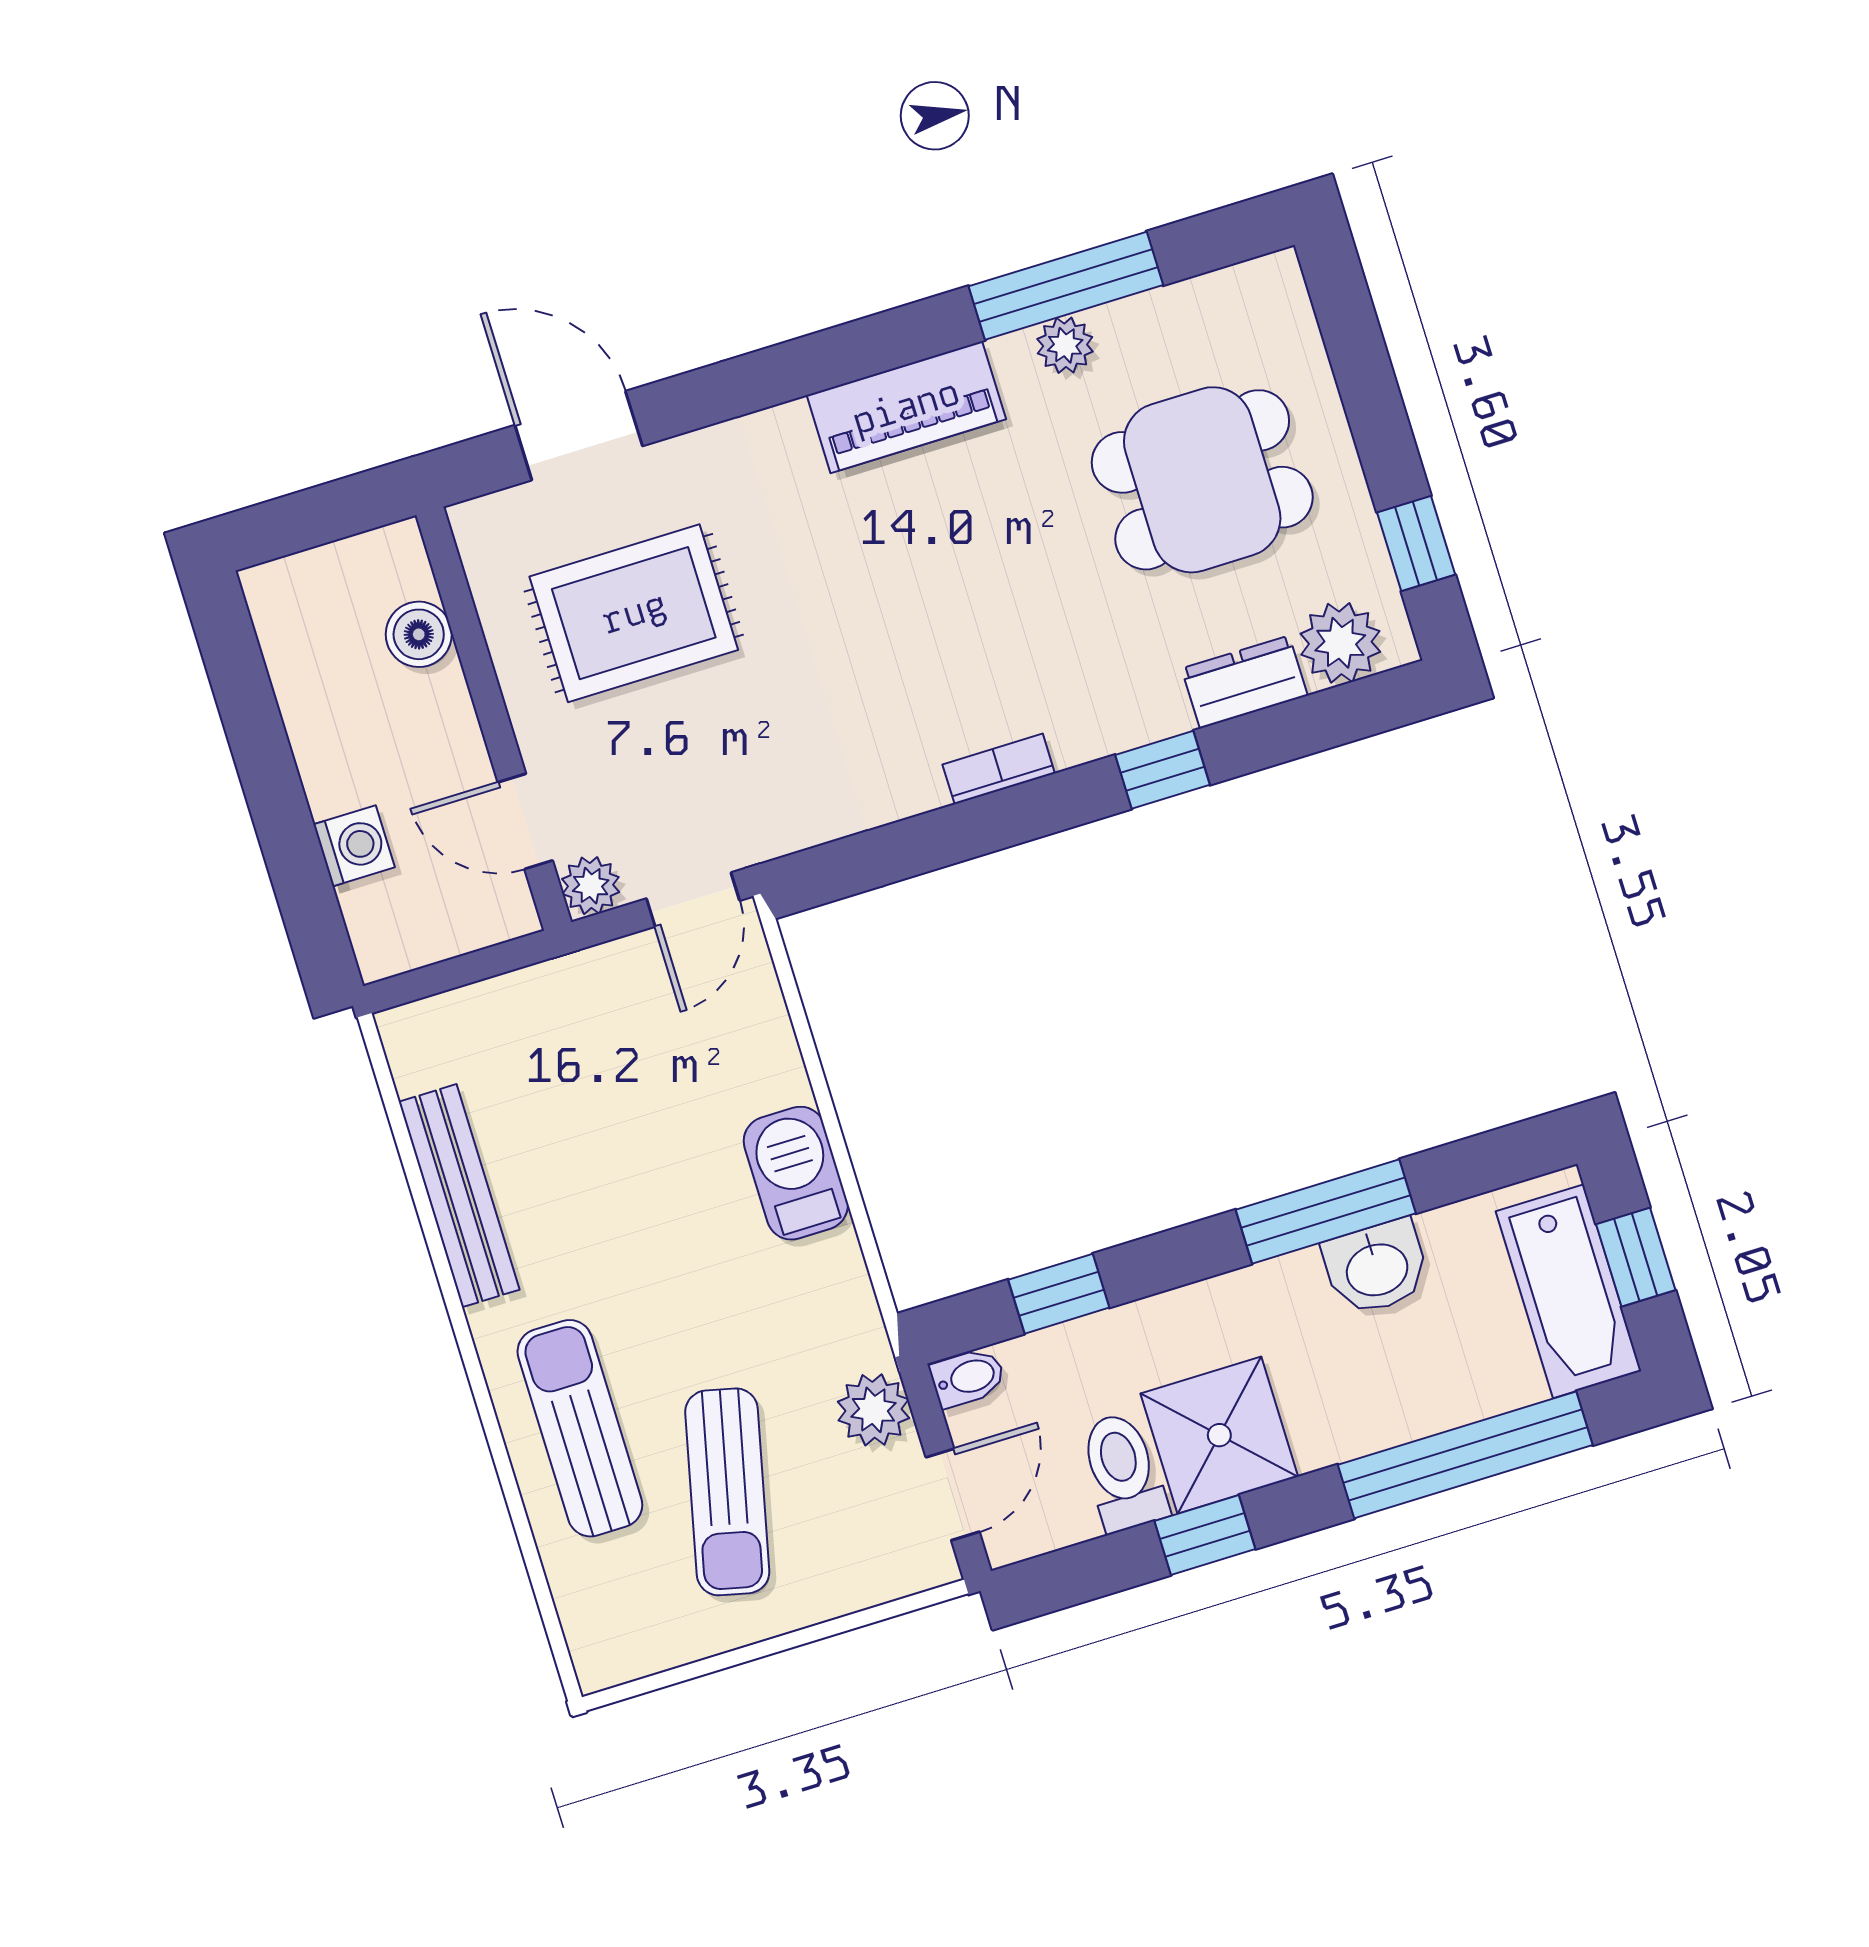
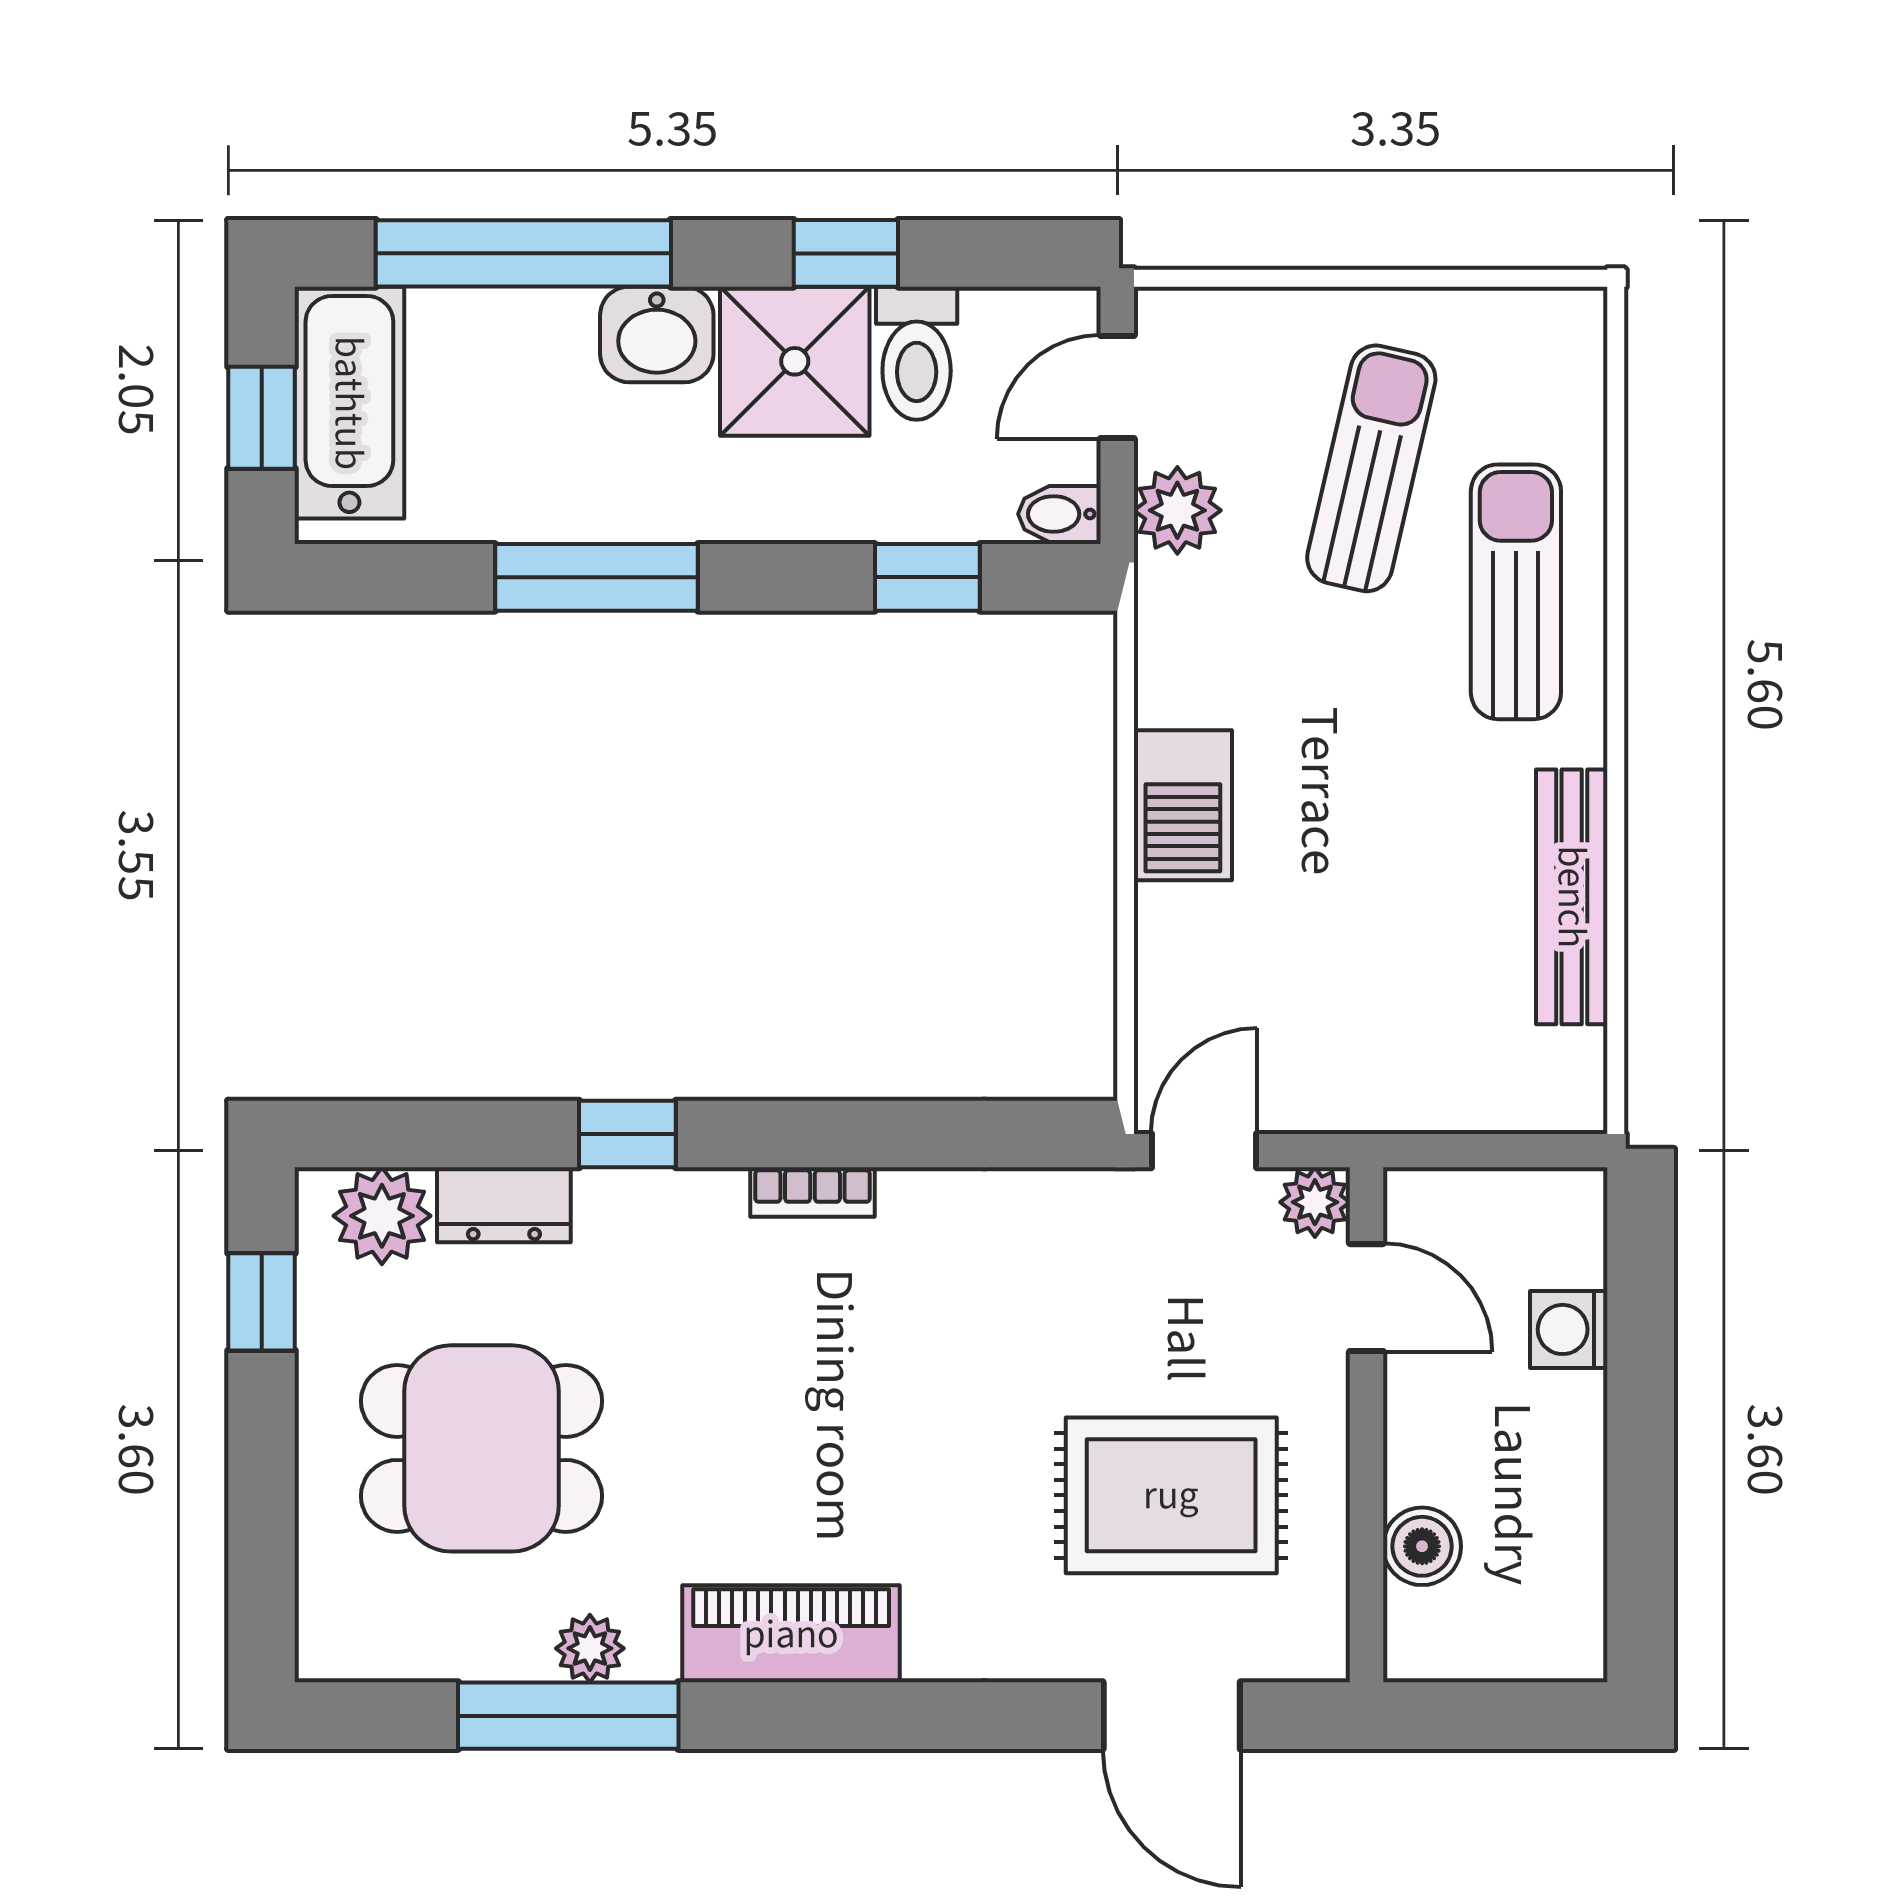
washbasin: (1376, 1268) -> (657, 334), moved, turned 180
sun lounger: (580, 1428) -> (1516, 592), turned 180

